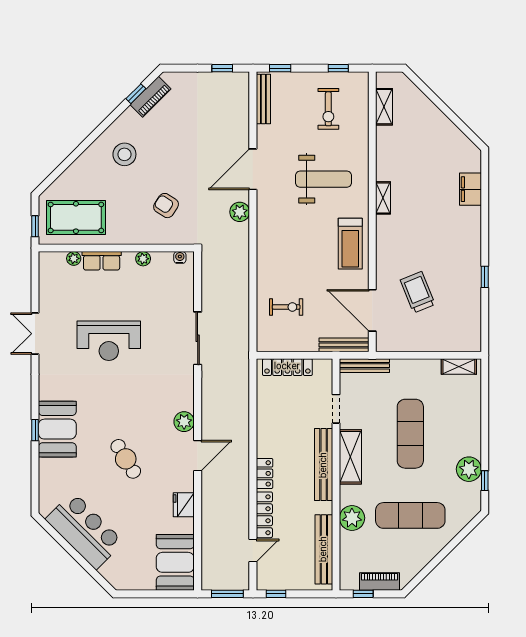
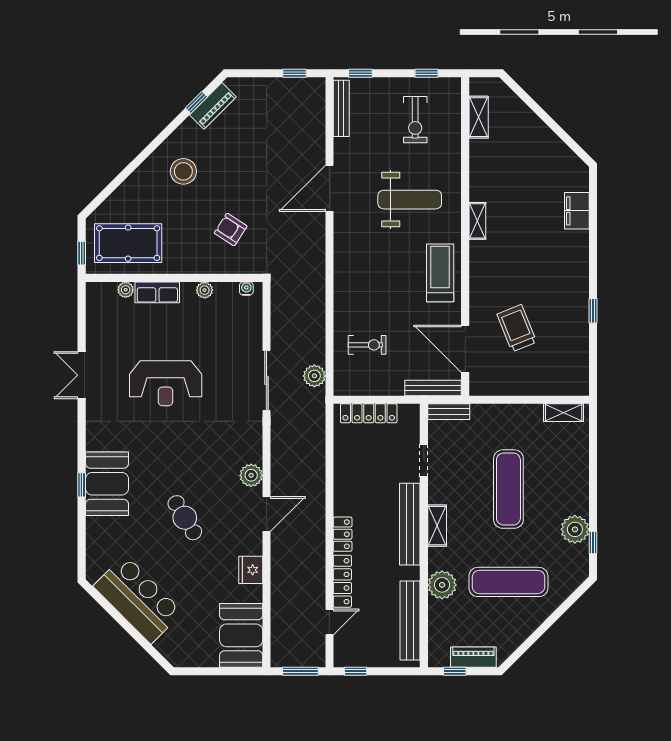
plant: (240, 212) -> (314, 376), moved
treadmill: (350, 244) -> (440, 273), turned 180
bench: (364, 366) -> (449, 412), width x0.73
shelving: (350, 457) -> (437, 526), width x0.67, depth x0.75

